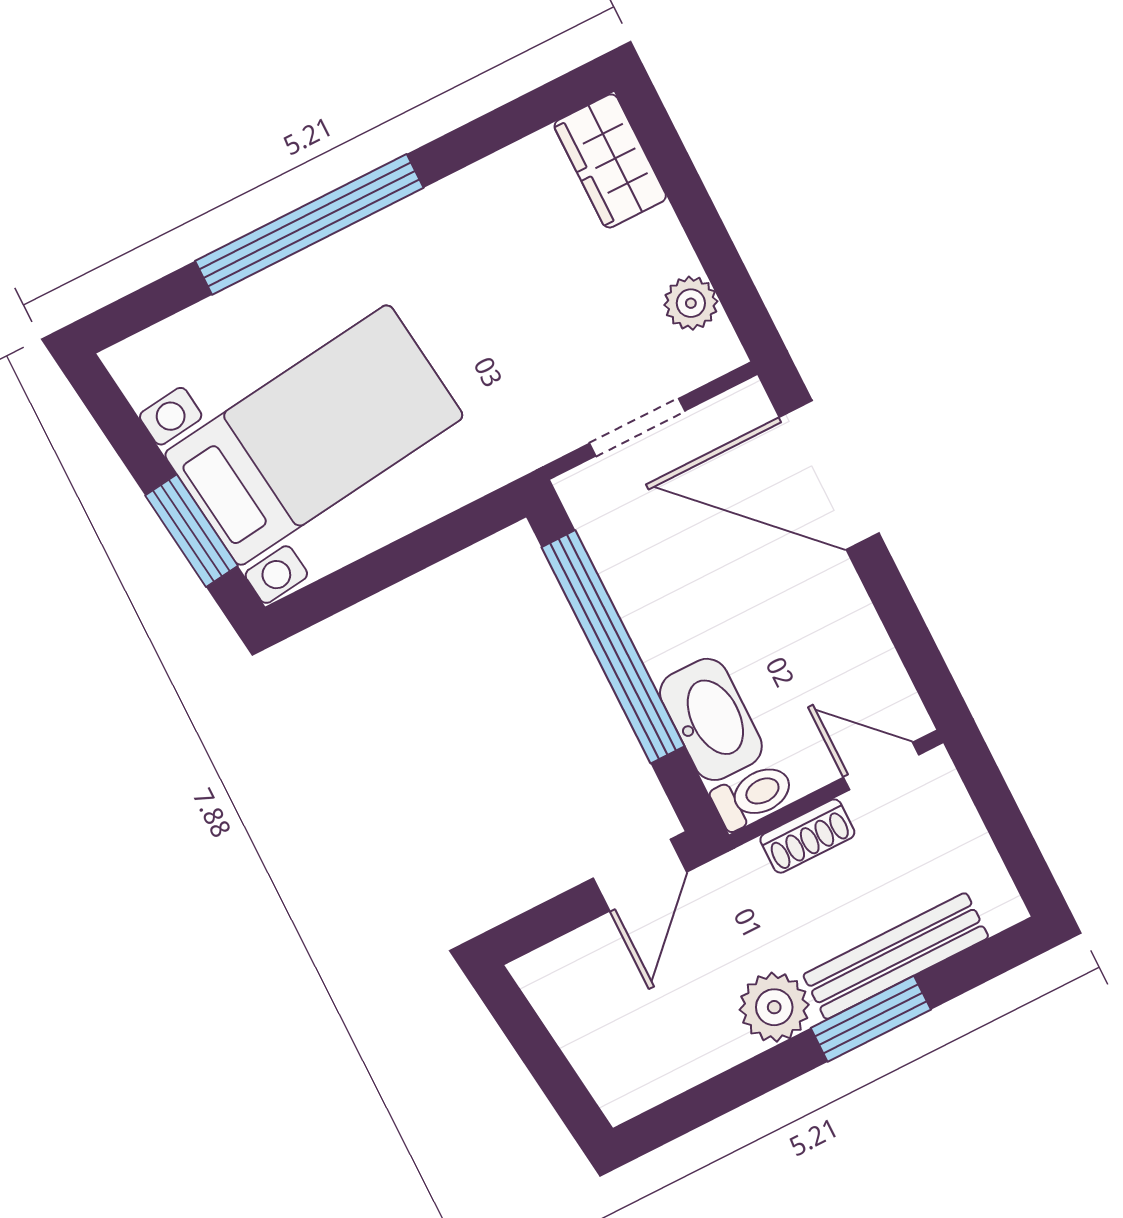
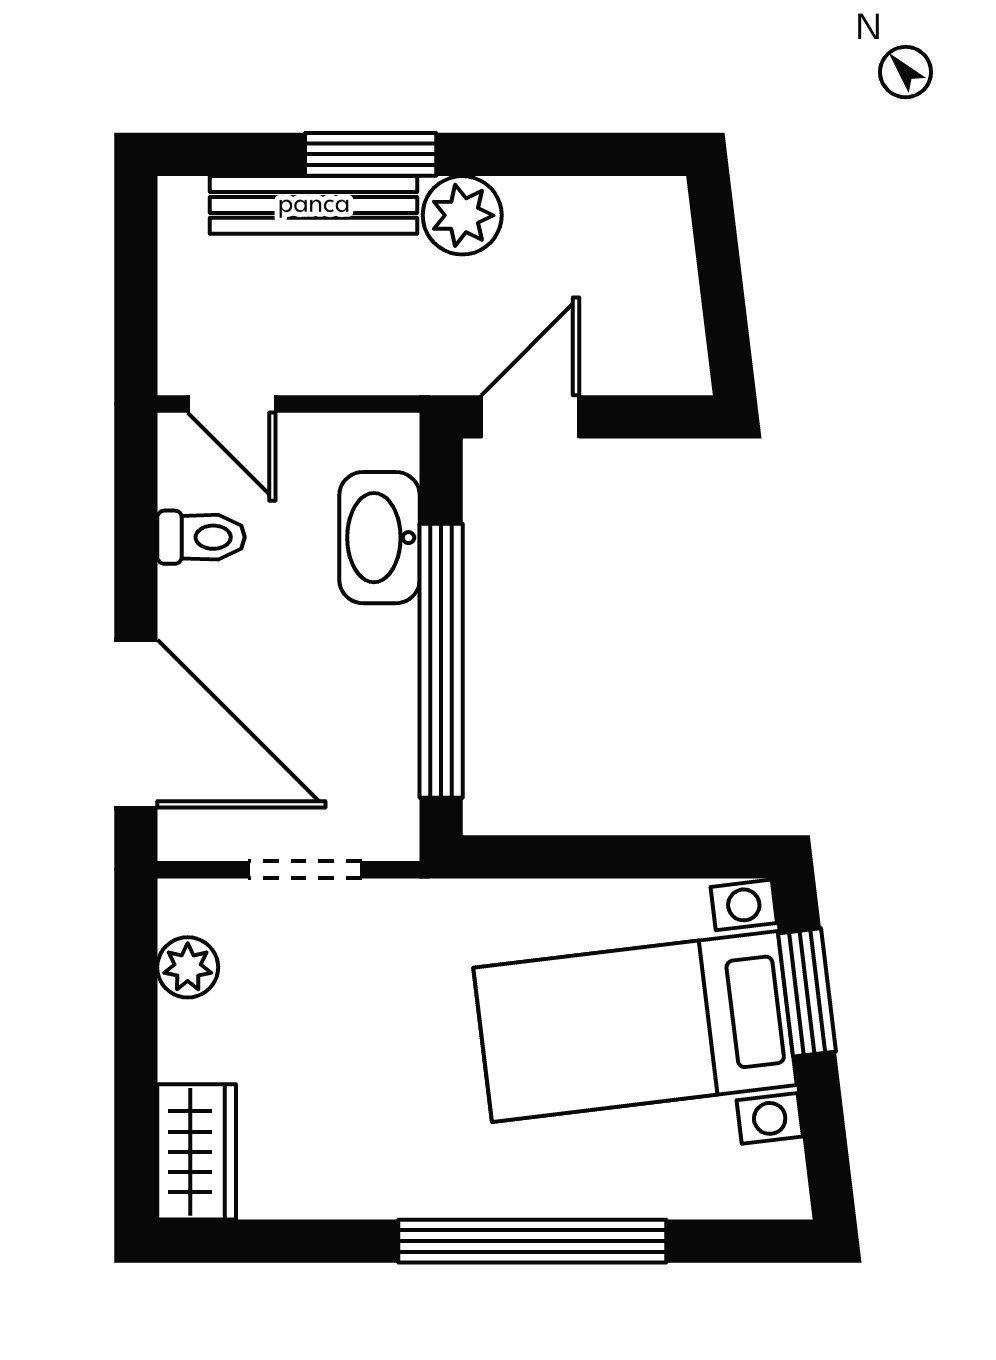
toilet: (753, 796) -> (201, 537), moved, turned 180
shoe rack: (807, 836) -> (342, 371), removed

